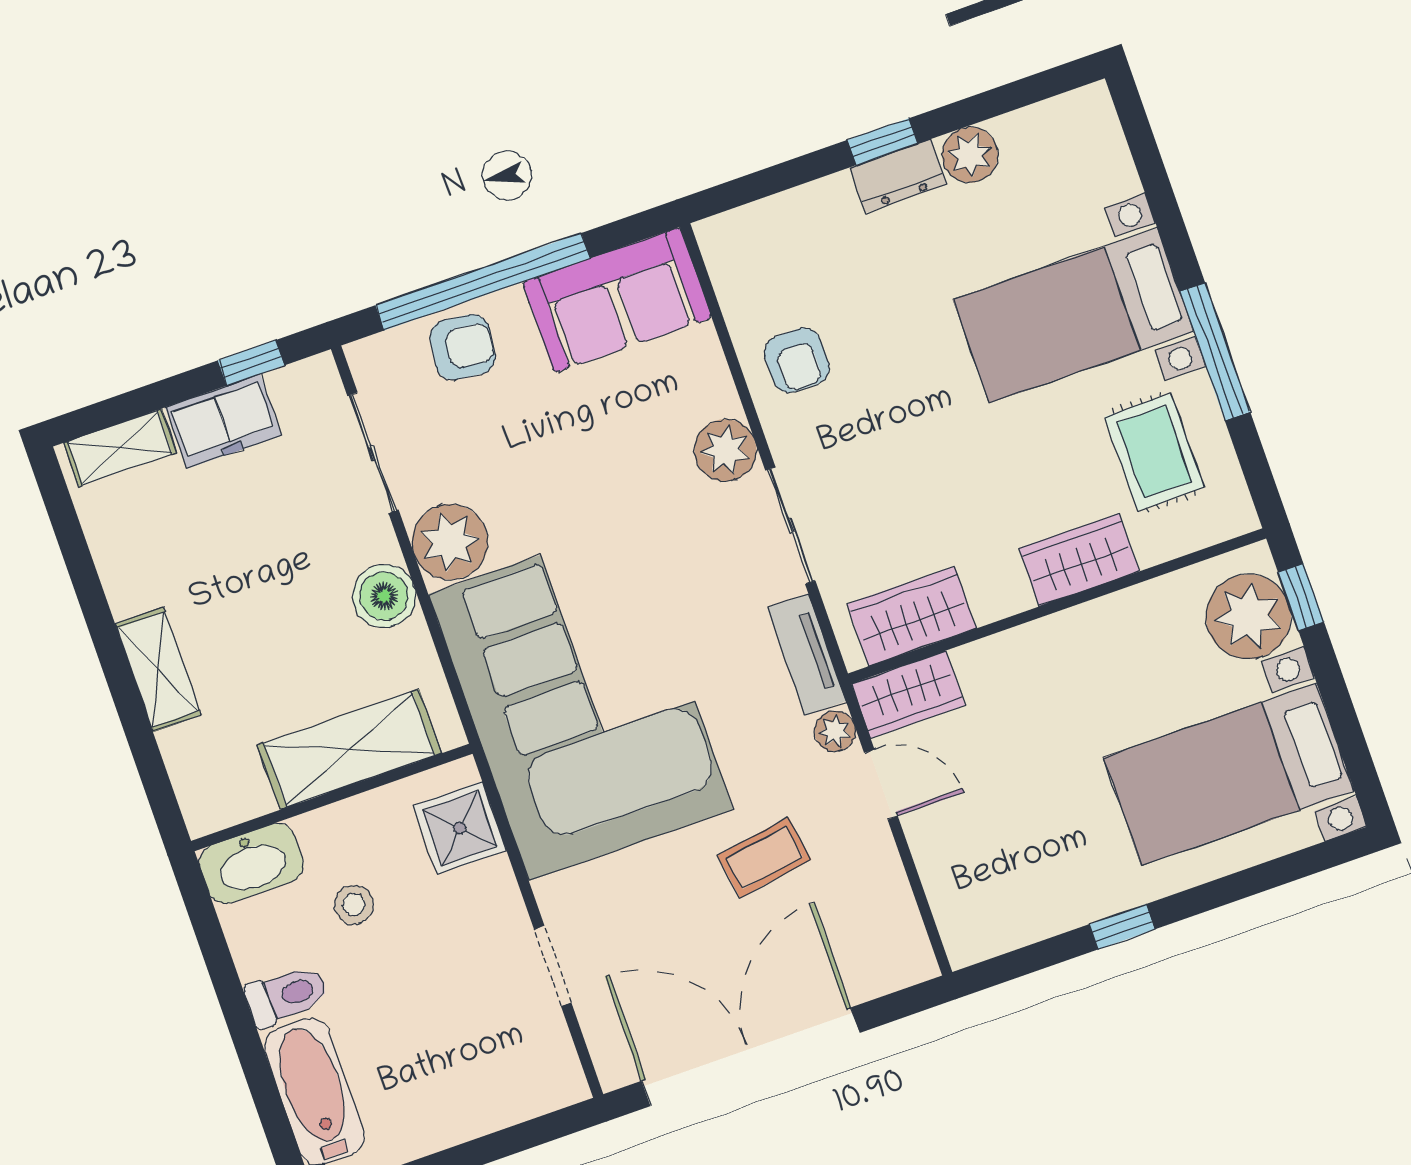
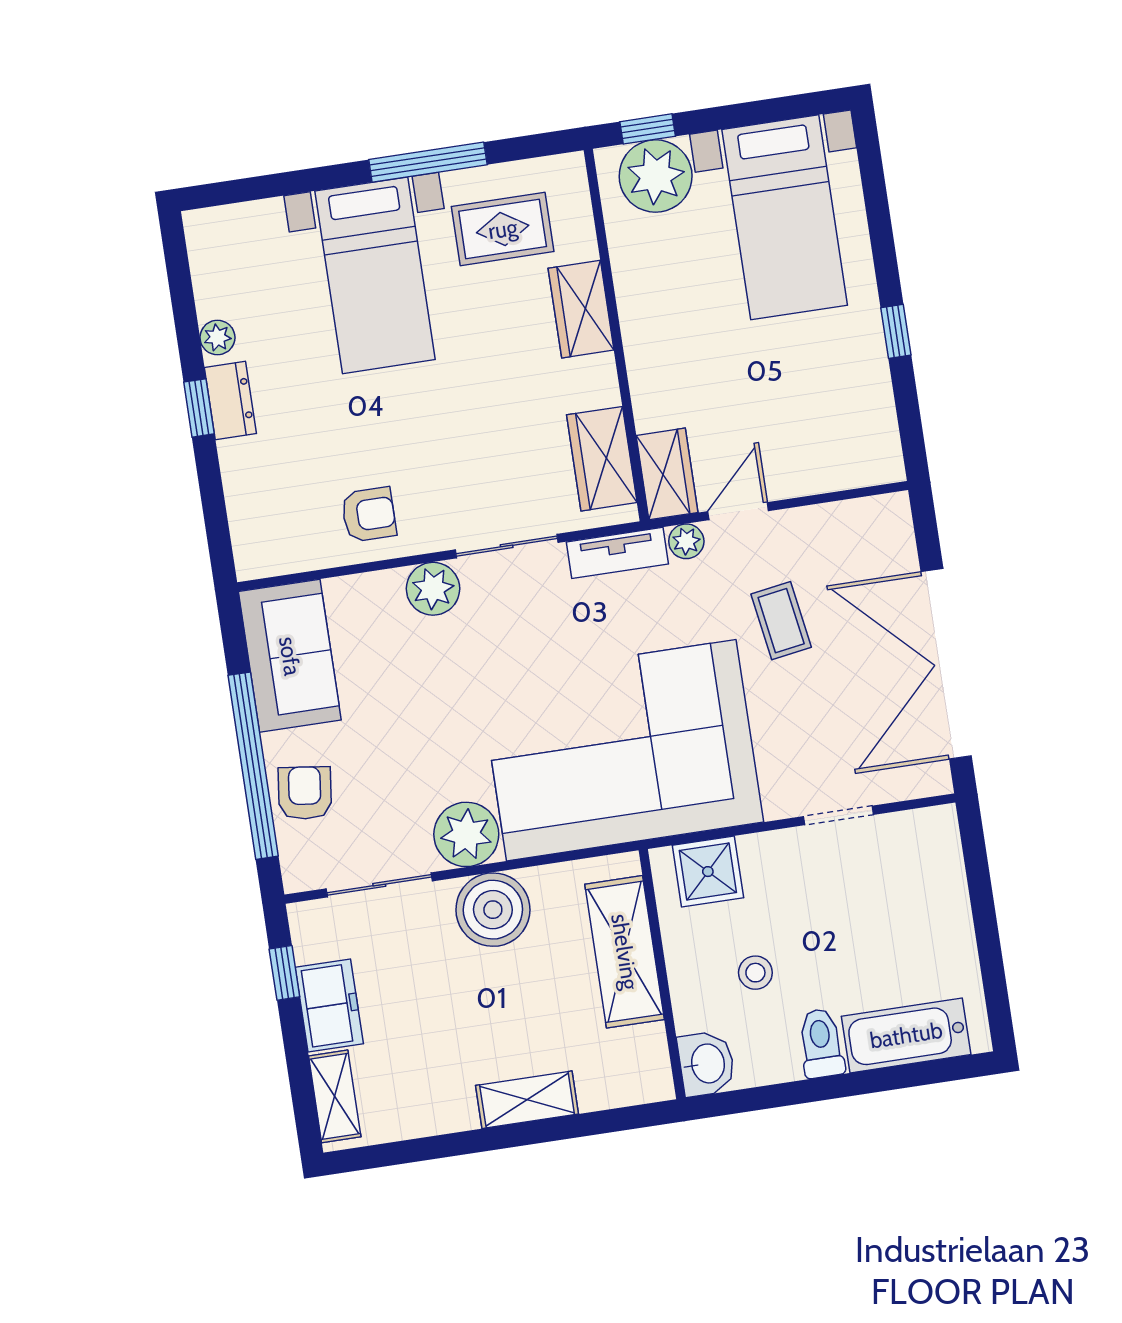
plant: (970, 155) -> (217, 338), width x0.73, depth x0.73
boiler: (384, 596) -> (493, 910), width x1.37, depth x1.37
washbasin: (252, 863) -> (706, 1064), width x0.72

